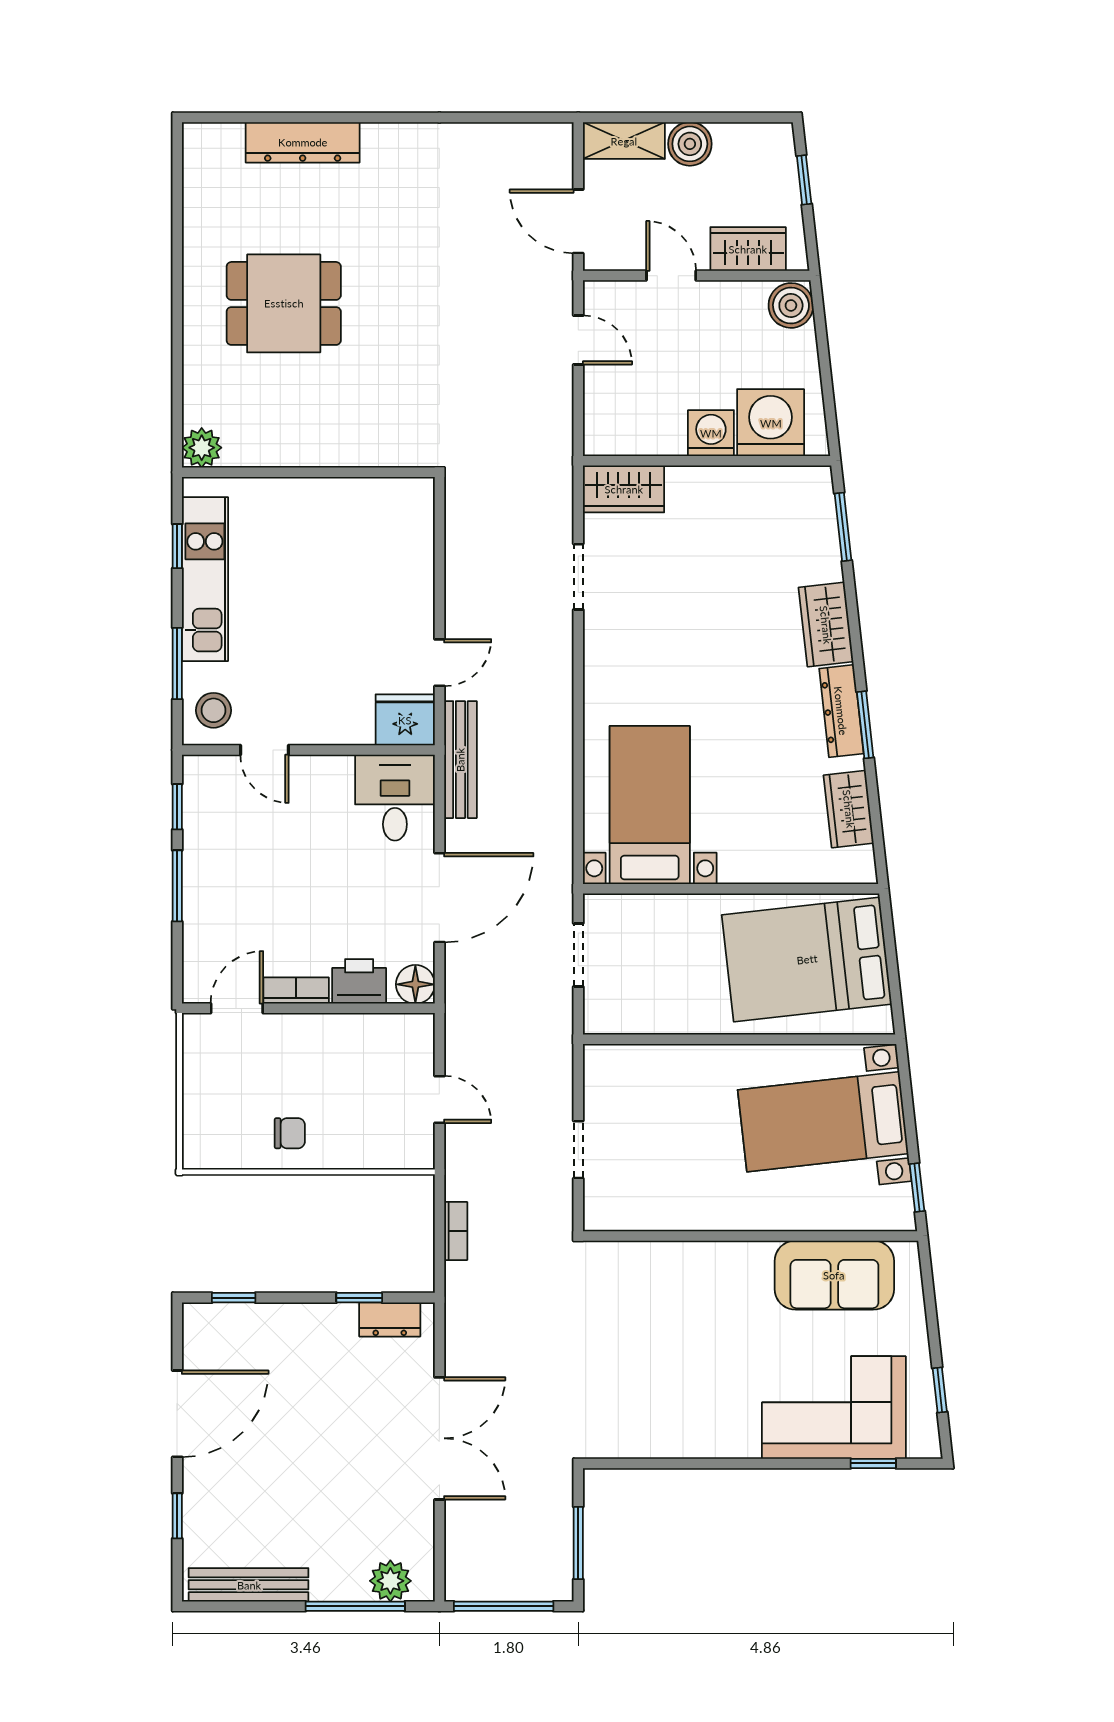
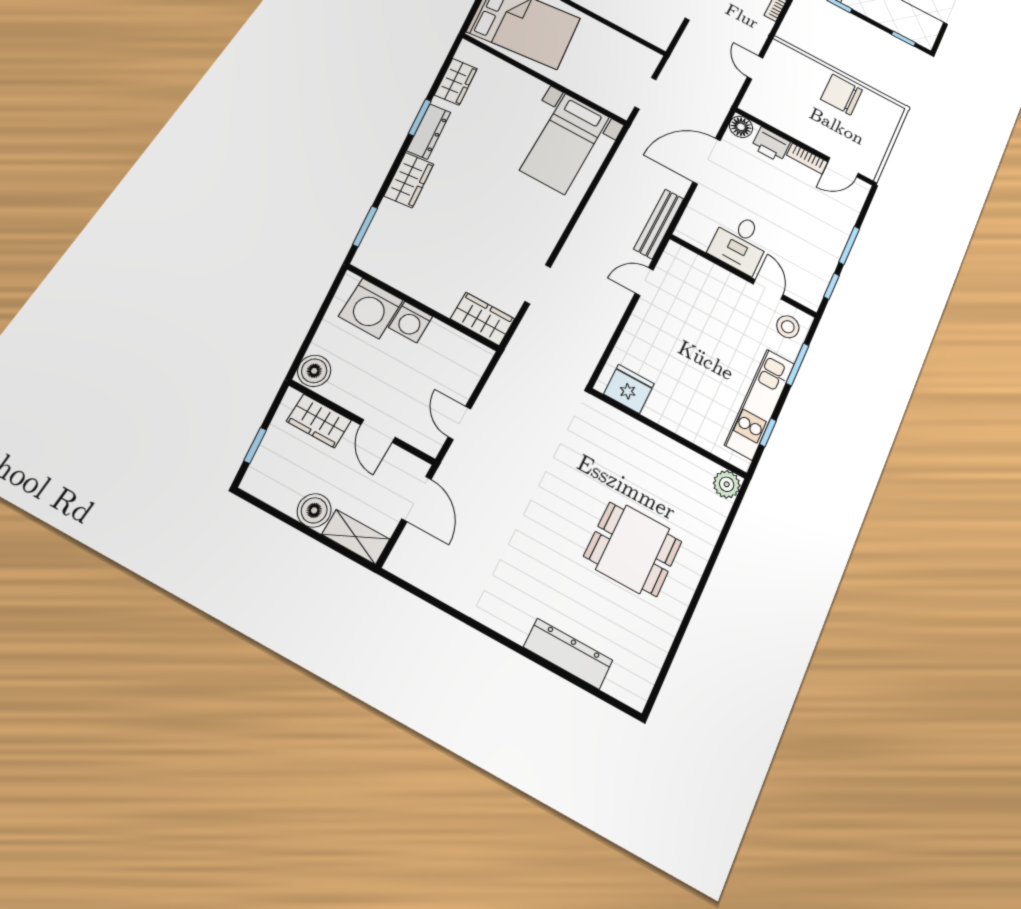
fridge: (405, 720) -> (629, 389), moved, turned 180
desk: (395, 798) -> (740, 243), moved
chair: (290, 1133) -> (841, 95), width x1.87, depth x1.87

